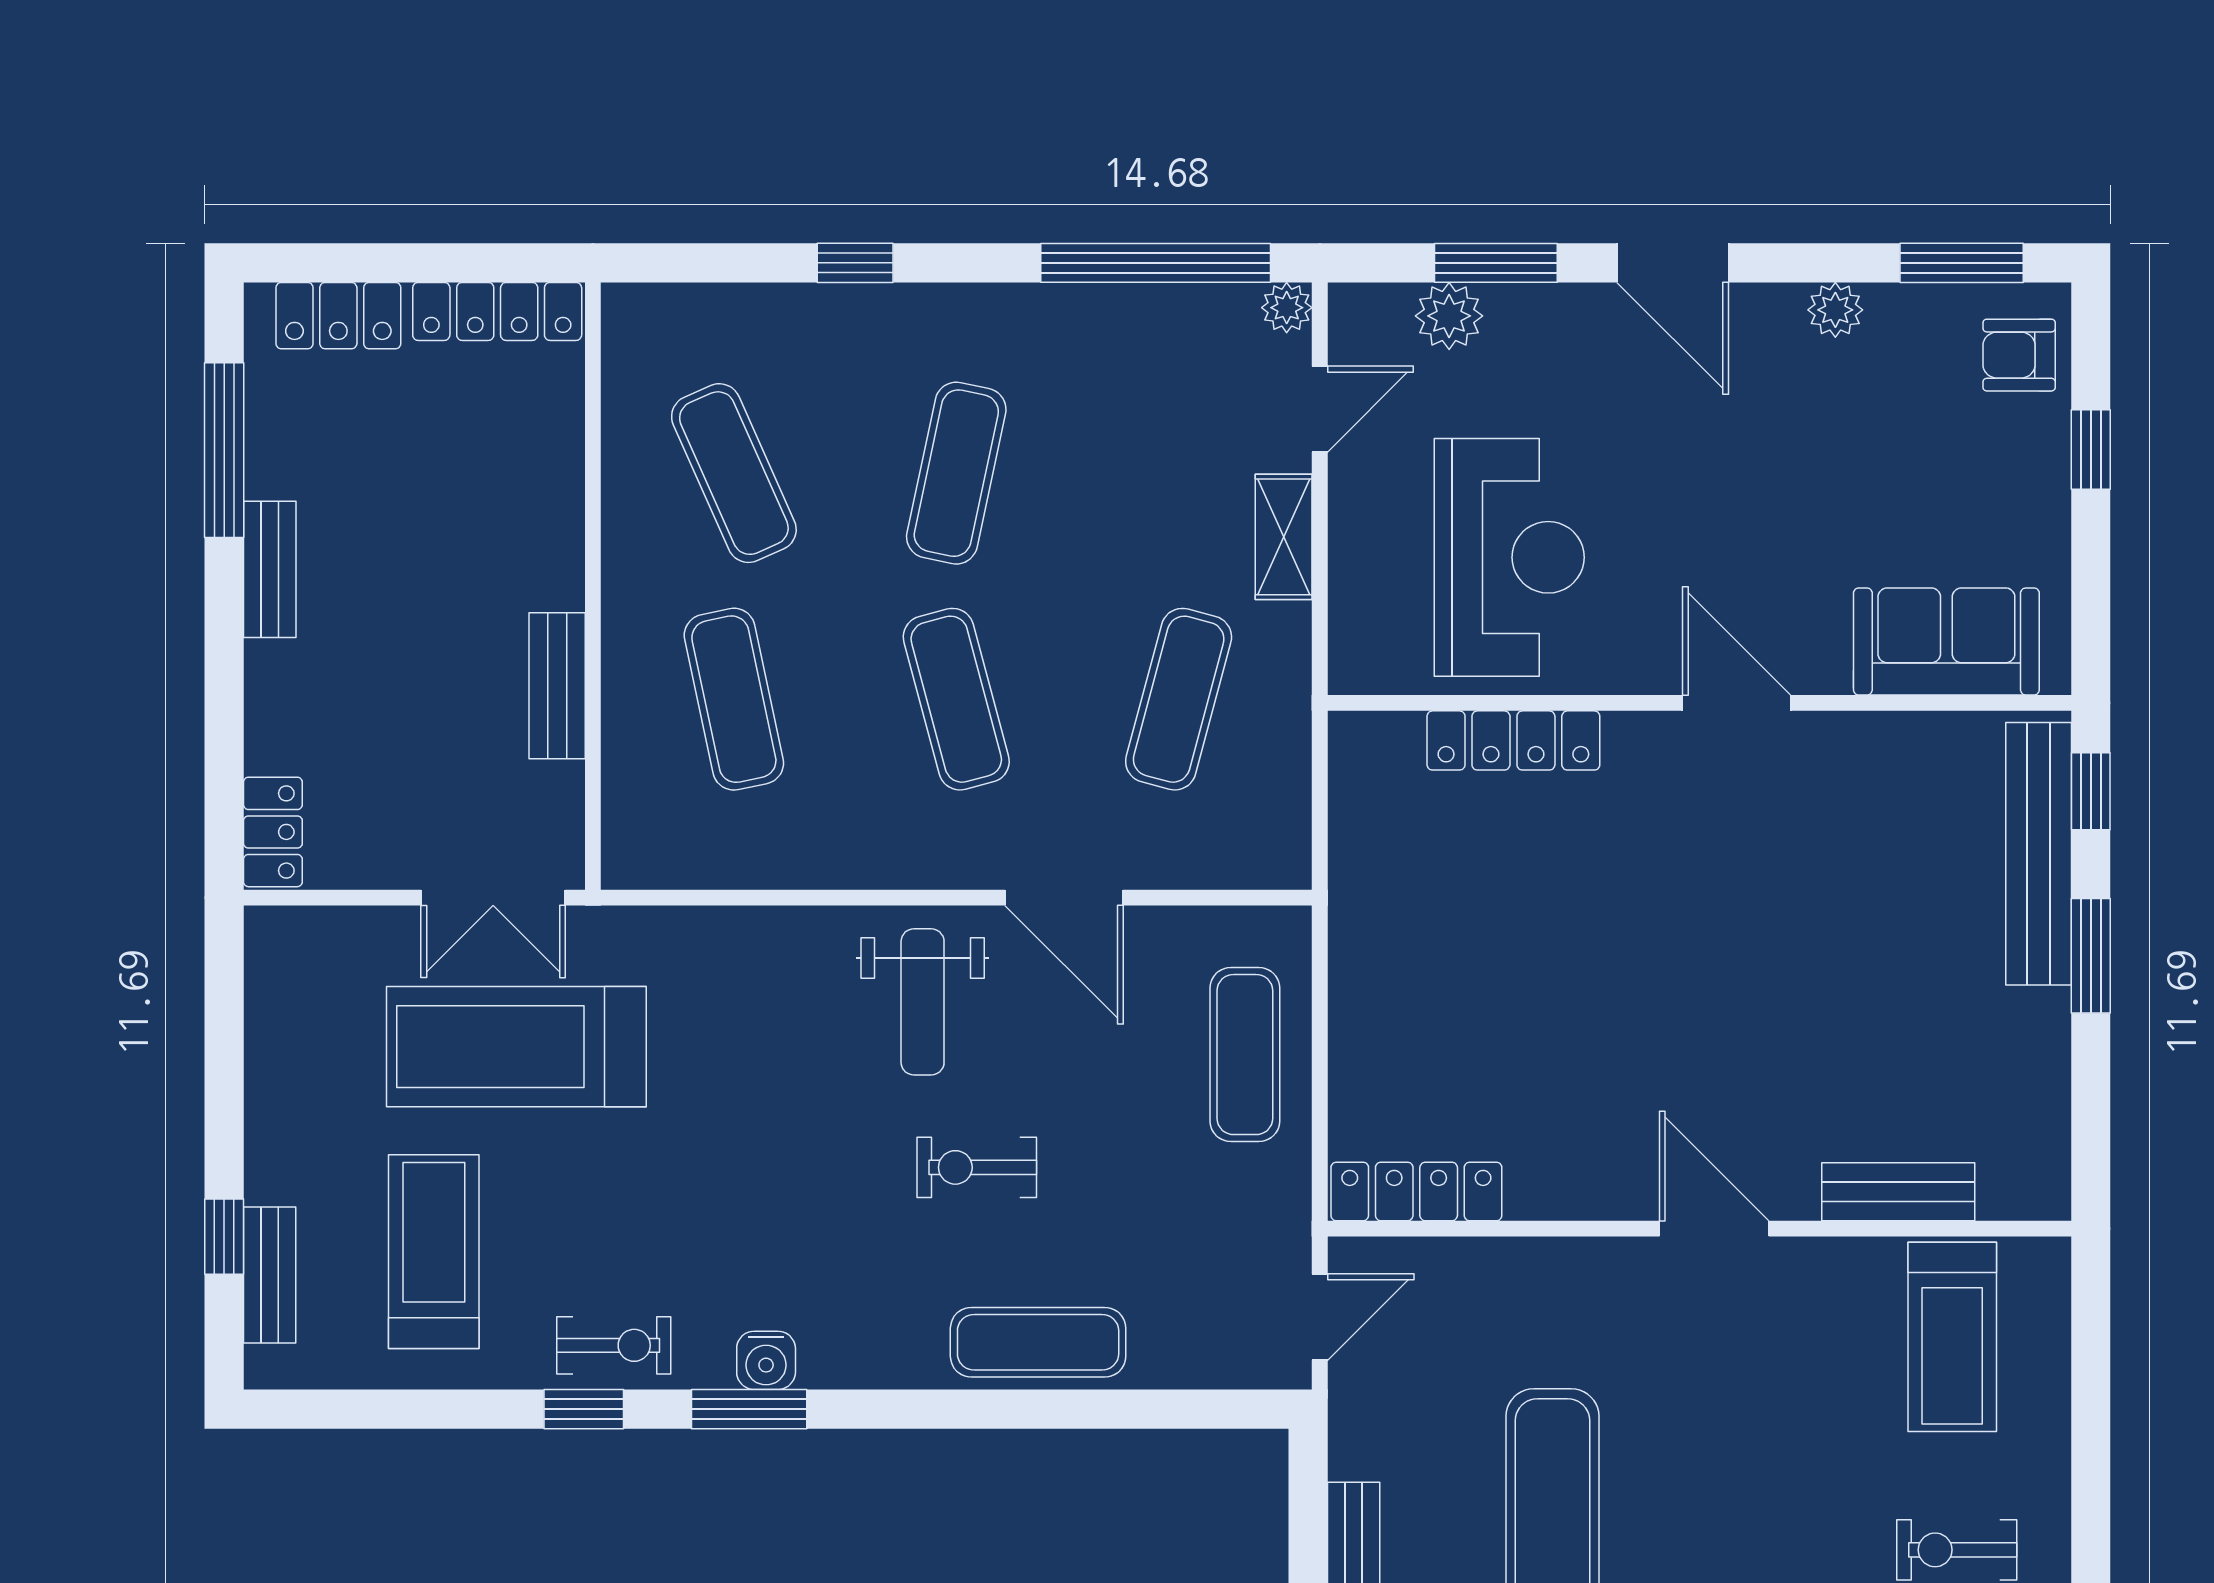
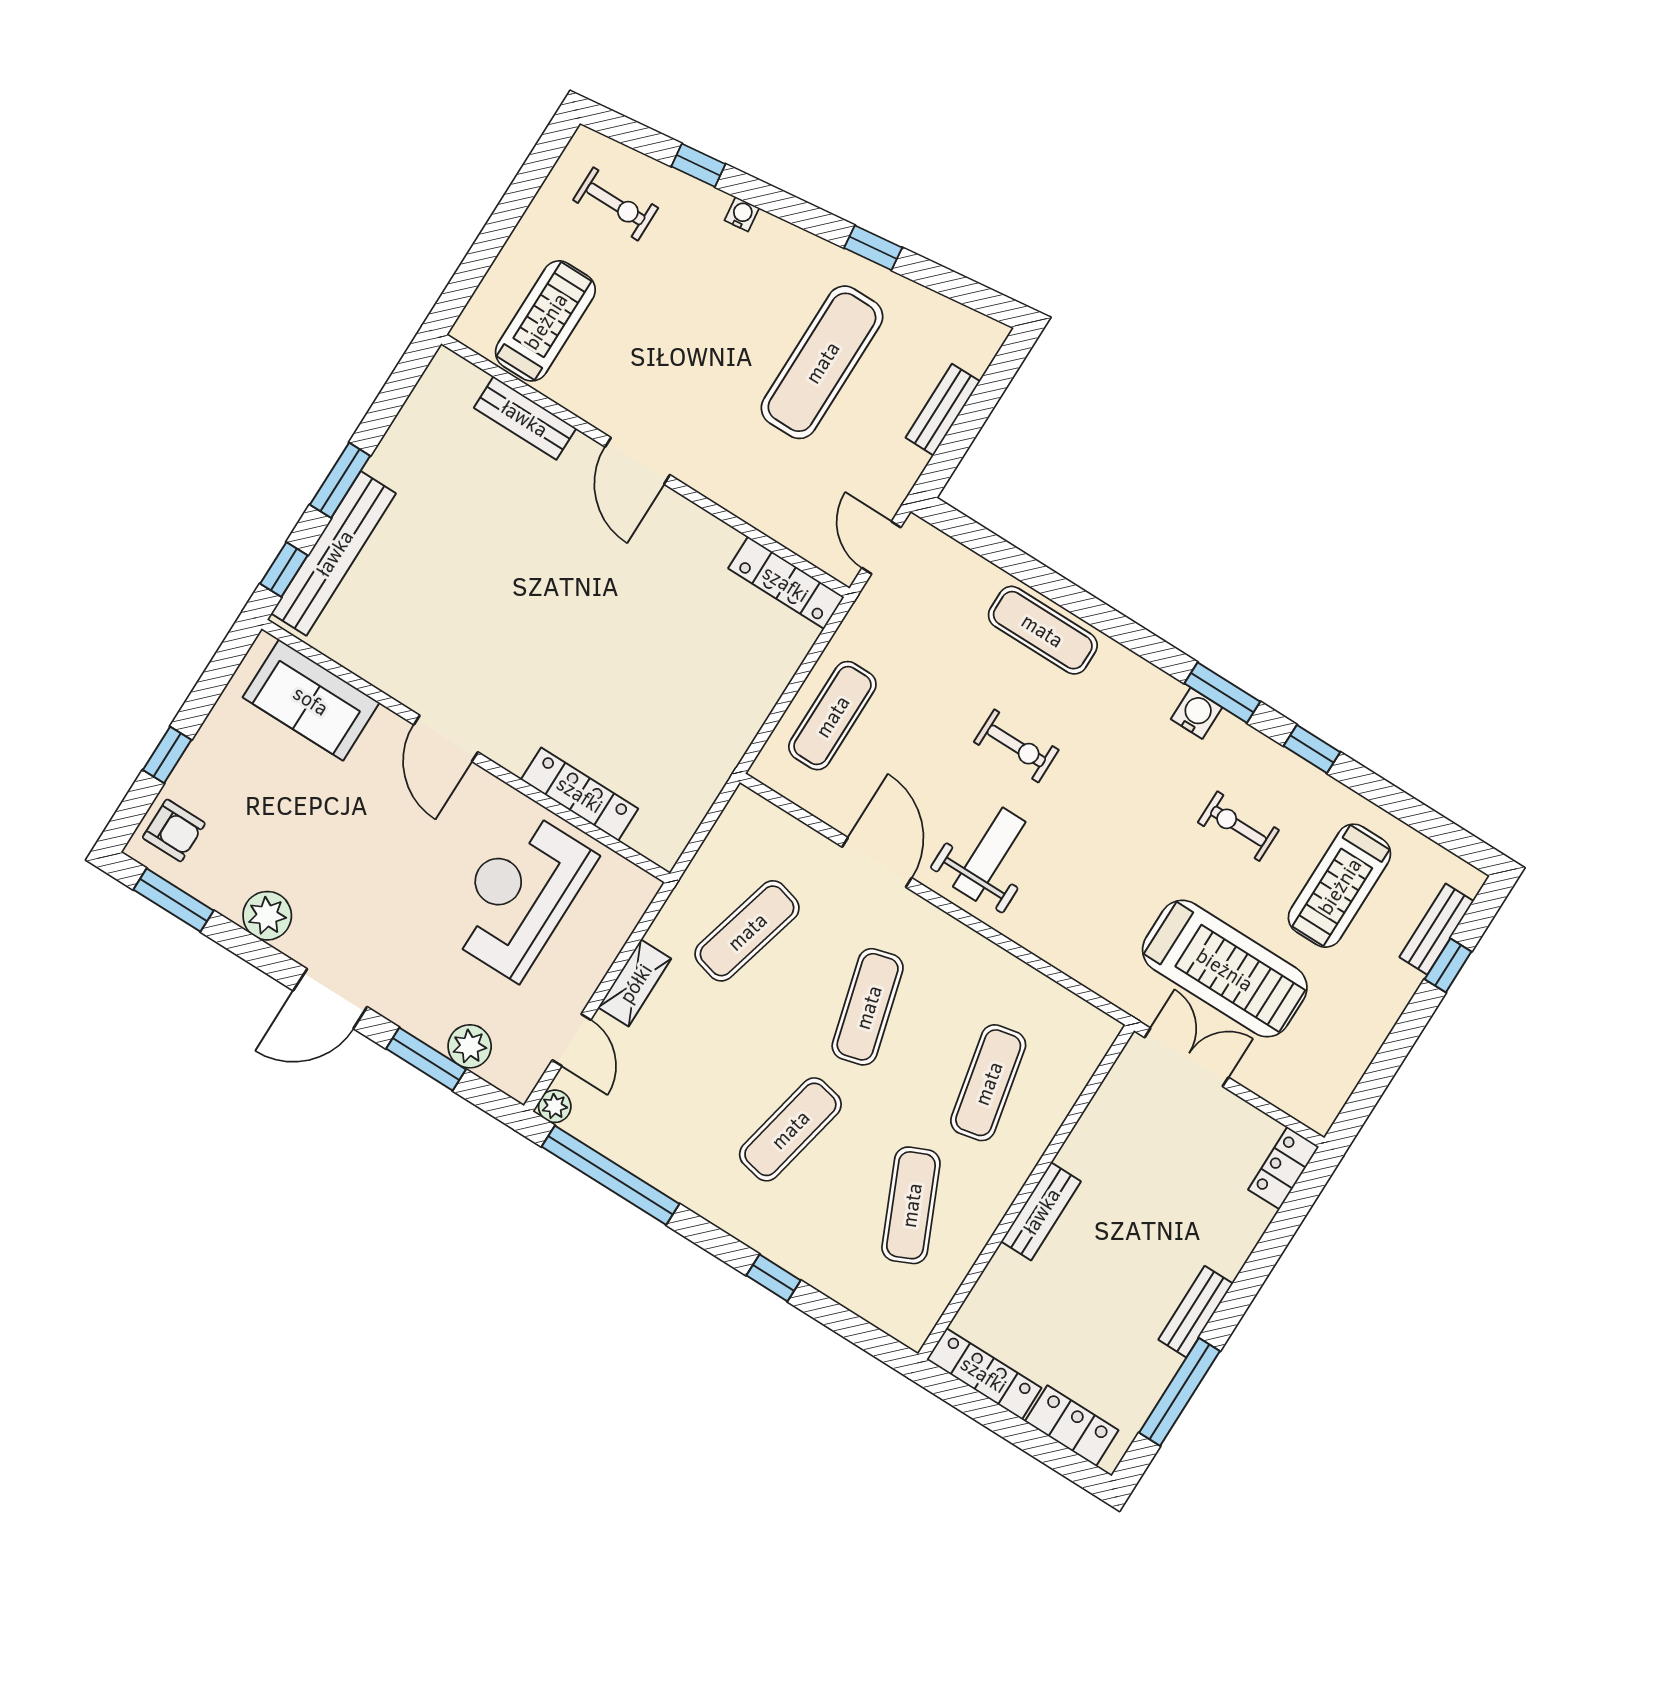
door: (1673, 263) -> (330, 999), swing flipped
plant: (1835, 310) -> (267, 916), width x1.38, depth x1.38
door: (1320, 409) -> (571, 1040), swing flipped
bench: (557, 686) -> (1041, 1211), moved
door: (1320, 1317) -> (881, 548), hinge flipped
exercise bike: (614, 1345) -> (1238, 826), moved

